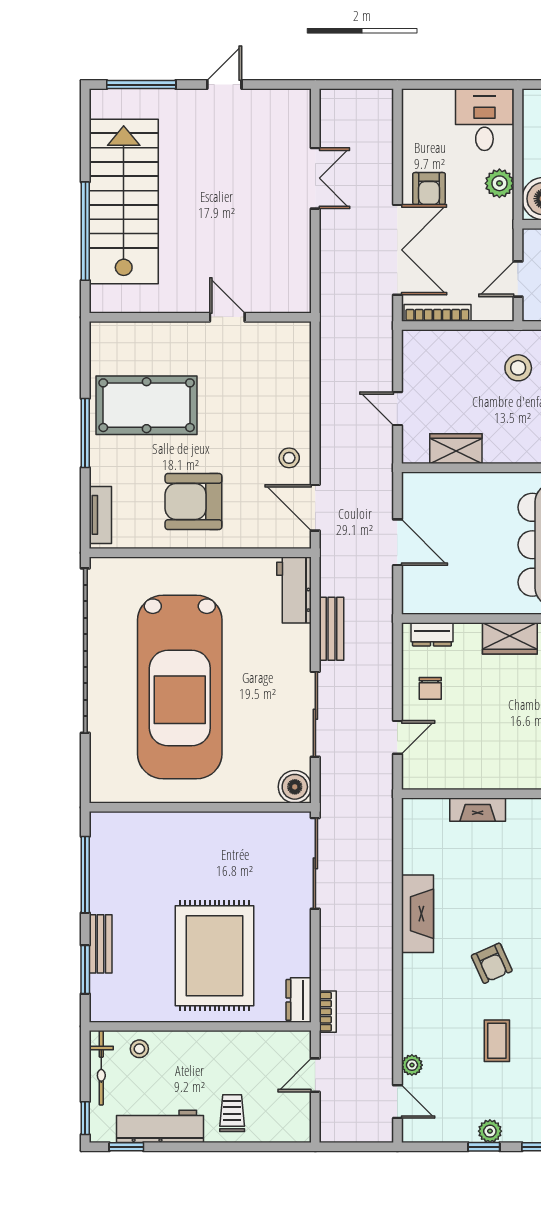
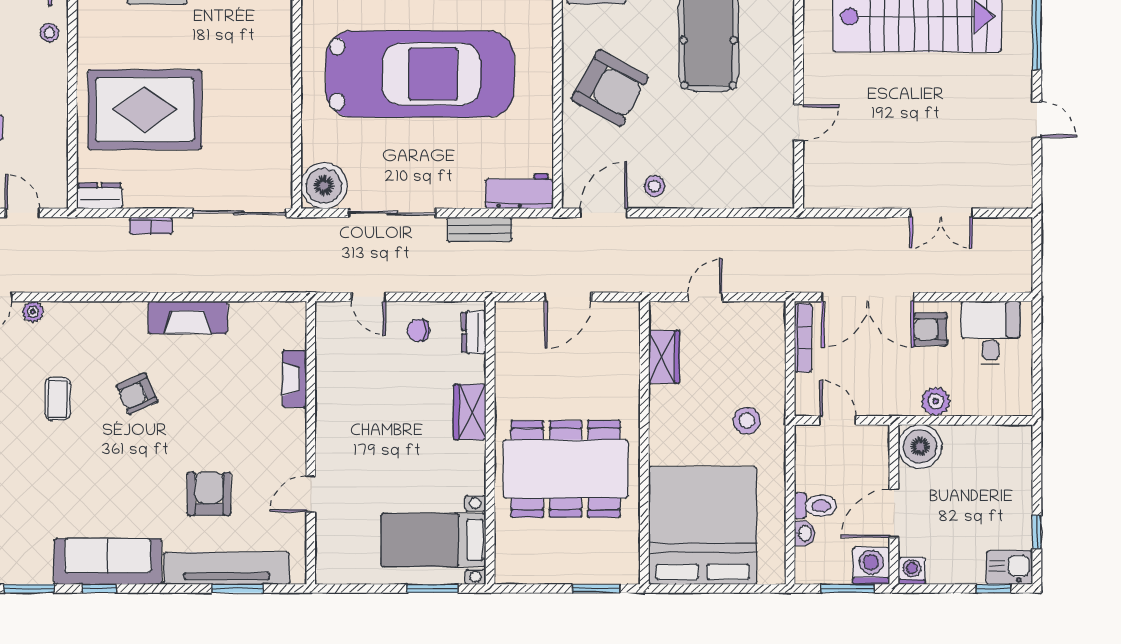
desk: (484, 120) -> (991, 333), moved, turned -90
armchair: (193, 502) -> (610, 88), turned 119
car: (180, 687) -> (420, 74), turned 180
boiler: (295, 787) -> (324, 186), width x1.37, depth x1.37
bookcase: (328, 1012) -> (151, 226), moved
coffee table: (497, 1041) -> (58, 399), turned 90

